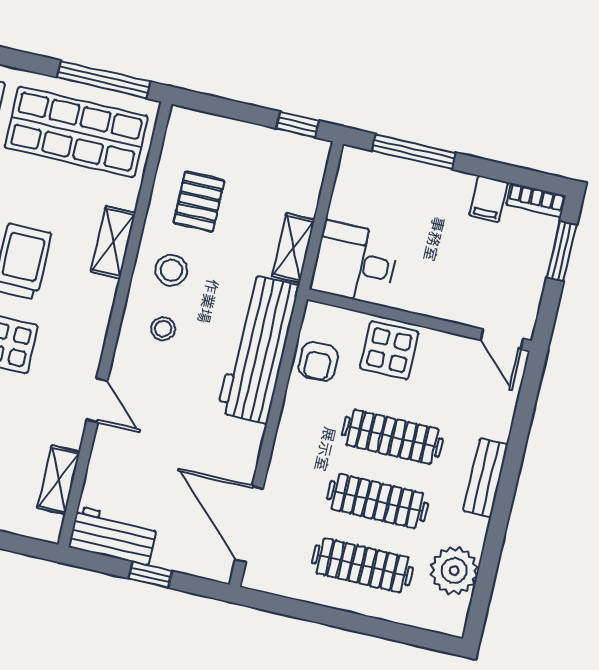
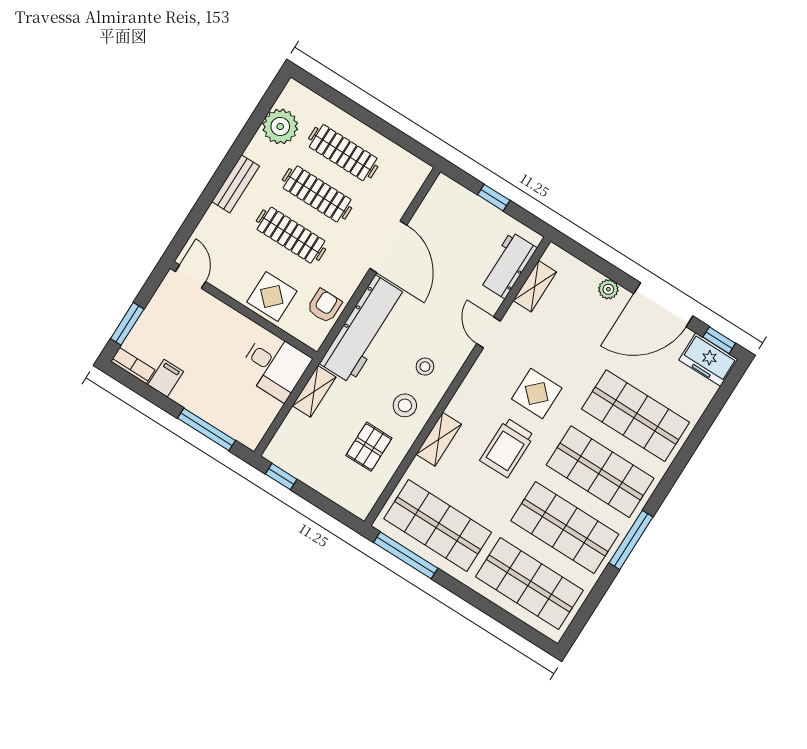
door: (249, 524) -> (388, 247), moved
workbench: (113, 536) -> (508, 265), moved, turned 90

